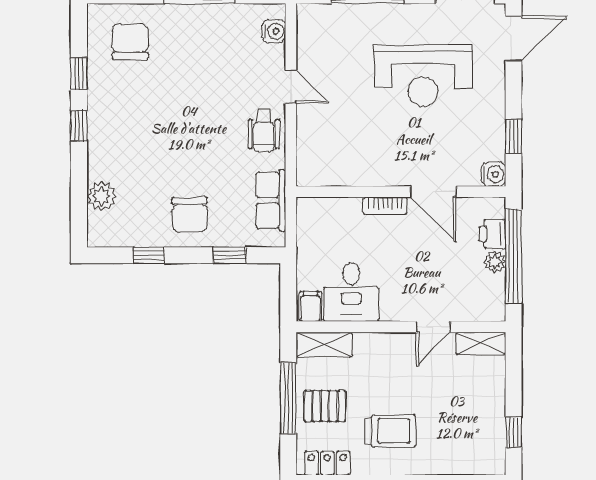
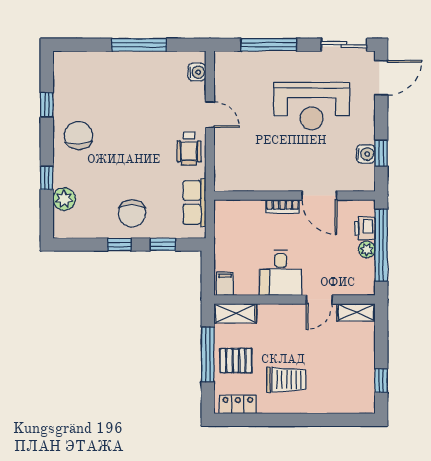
chair: (130, 41) -> (78, 136), moved
window: (79, 126) -> (47, 178), moved
water cooler: (493, 174) -> (366, 154), moved
window: (149, 255) -> (119, 245), moved
desk: (351, 292) -> (281, 273), moved

